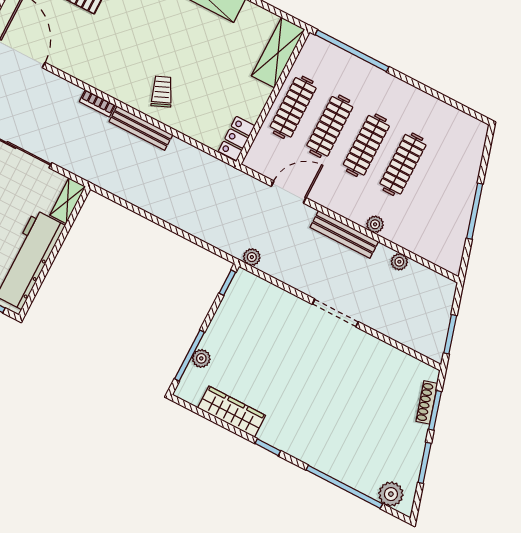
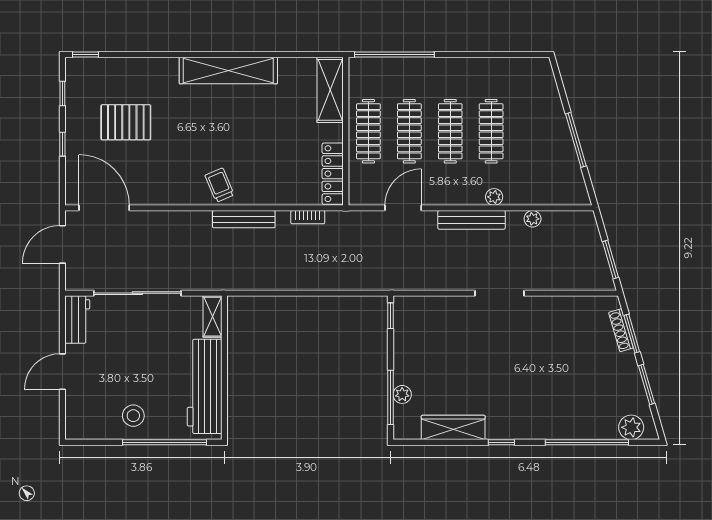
trolley: (162, 92) -> (220, 185), moved
bookcase: (97, 103) -> (308, 217), moved
locker: (236, 138) -> (333, 174), width x1.53
plant: (252, 257) -> (400, 282), removed

